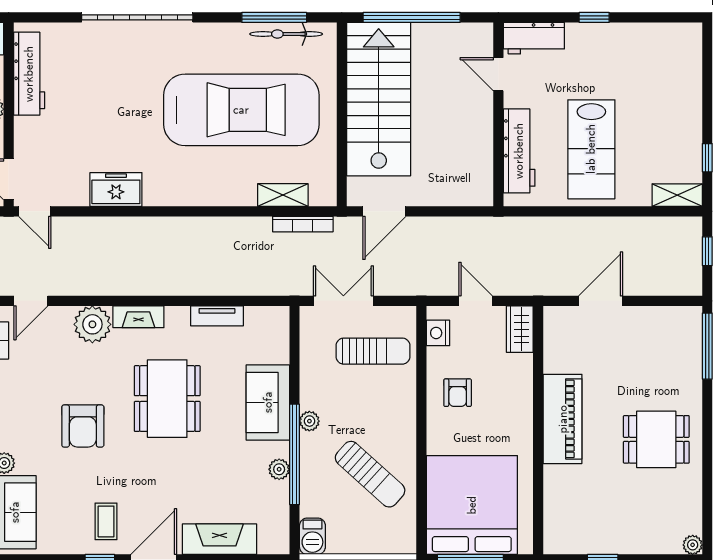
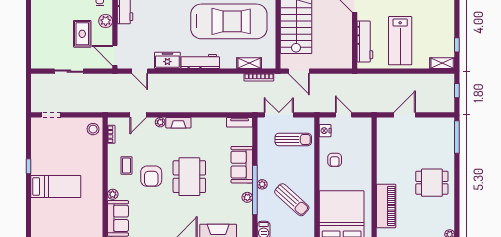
workbench: (183, 192) -> (200, 61), added
door: (35, 211) -> (140, 71), moved
door: (384, 211) -> (299, 71), hinge flipped
door: (31, 301) -> (138, 115), moved
tv unit: (217, 316) -> (240, 122), moved
plant: (92, 324) -> (160, 122), width x0.53, depth x0.53
wardrobe: (520, 329) -> (365, 129), removed
dining table: (167, 399) -> (189, 177), moved
piano: (563, 419) -> (386, 206), moved
plant: (309, 421) -> (262, 184), moved
coffee table: (106, 521) -> (126, 165), moved

